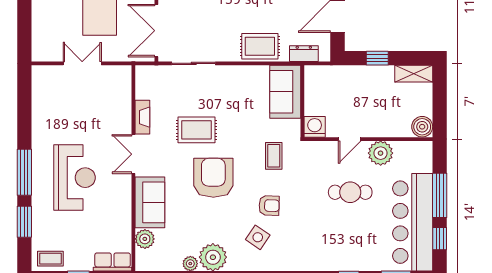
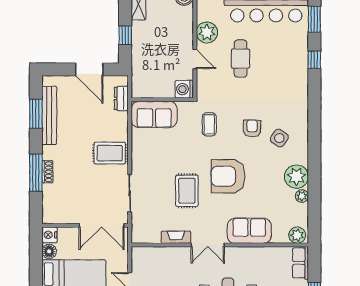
rug: (260, 46) -> (110, 153), moved, turned 90
coffee table: (274, 156) -> (209, 124), turned 90
plant: (145, 239) -> (297, 235), moved

